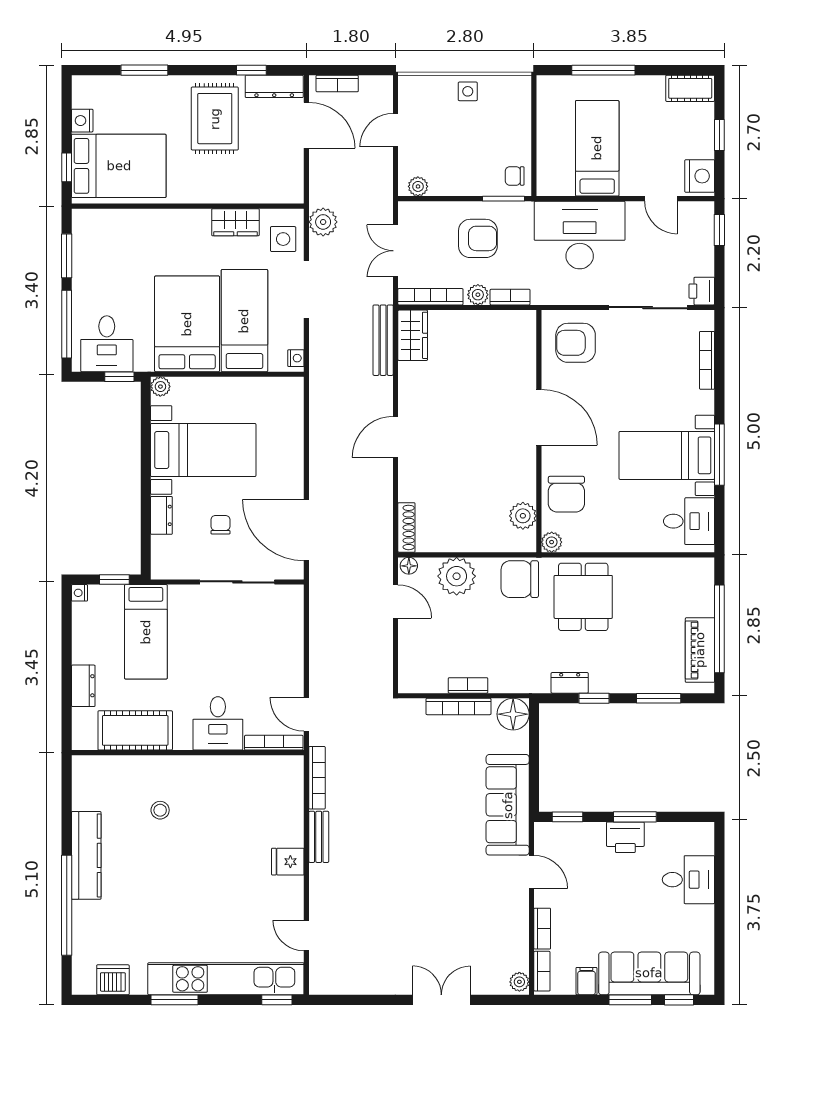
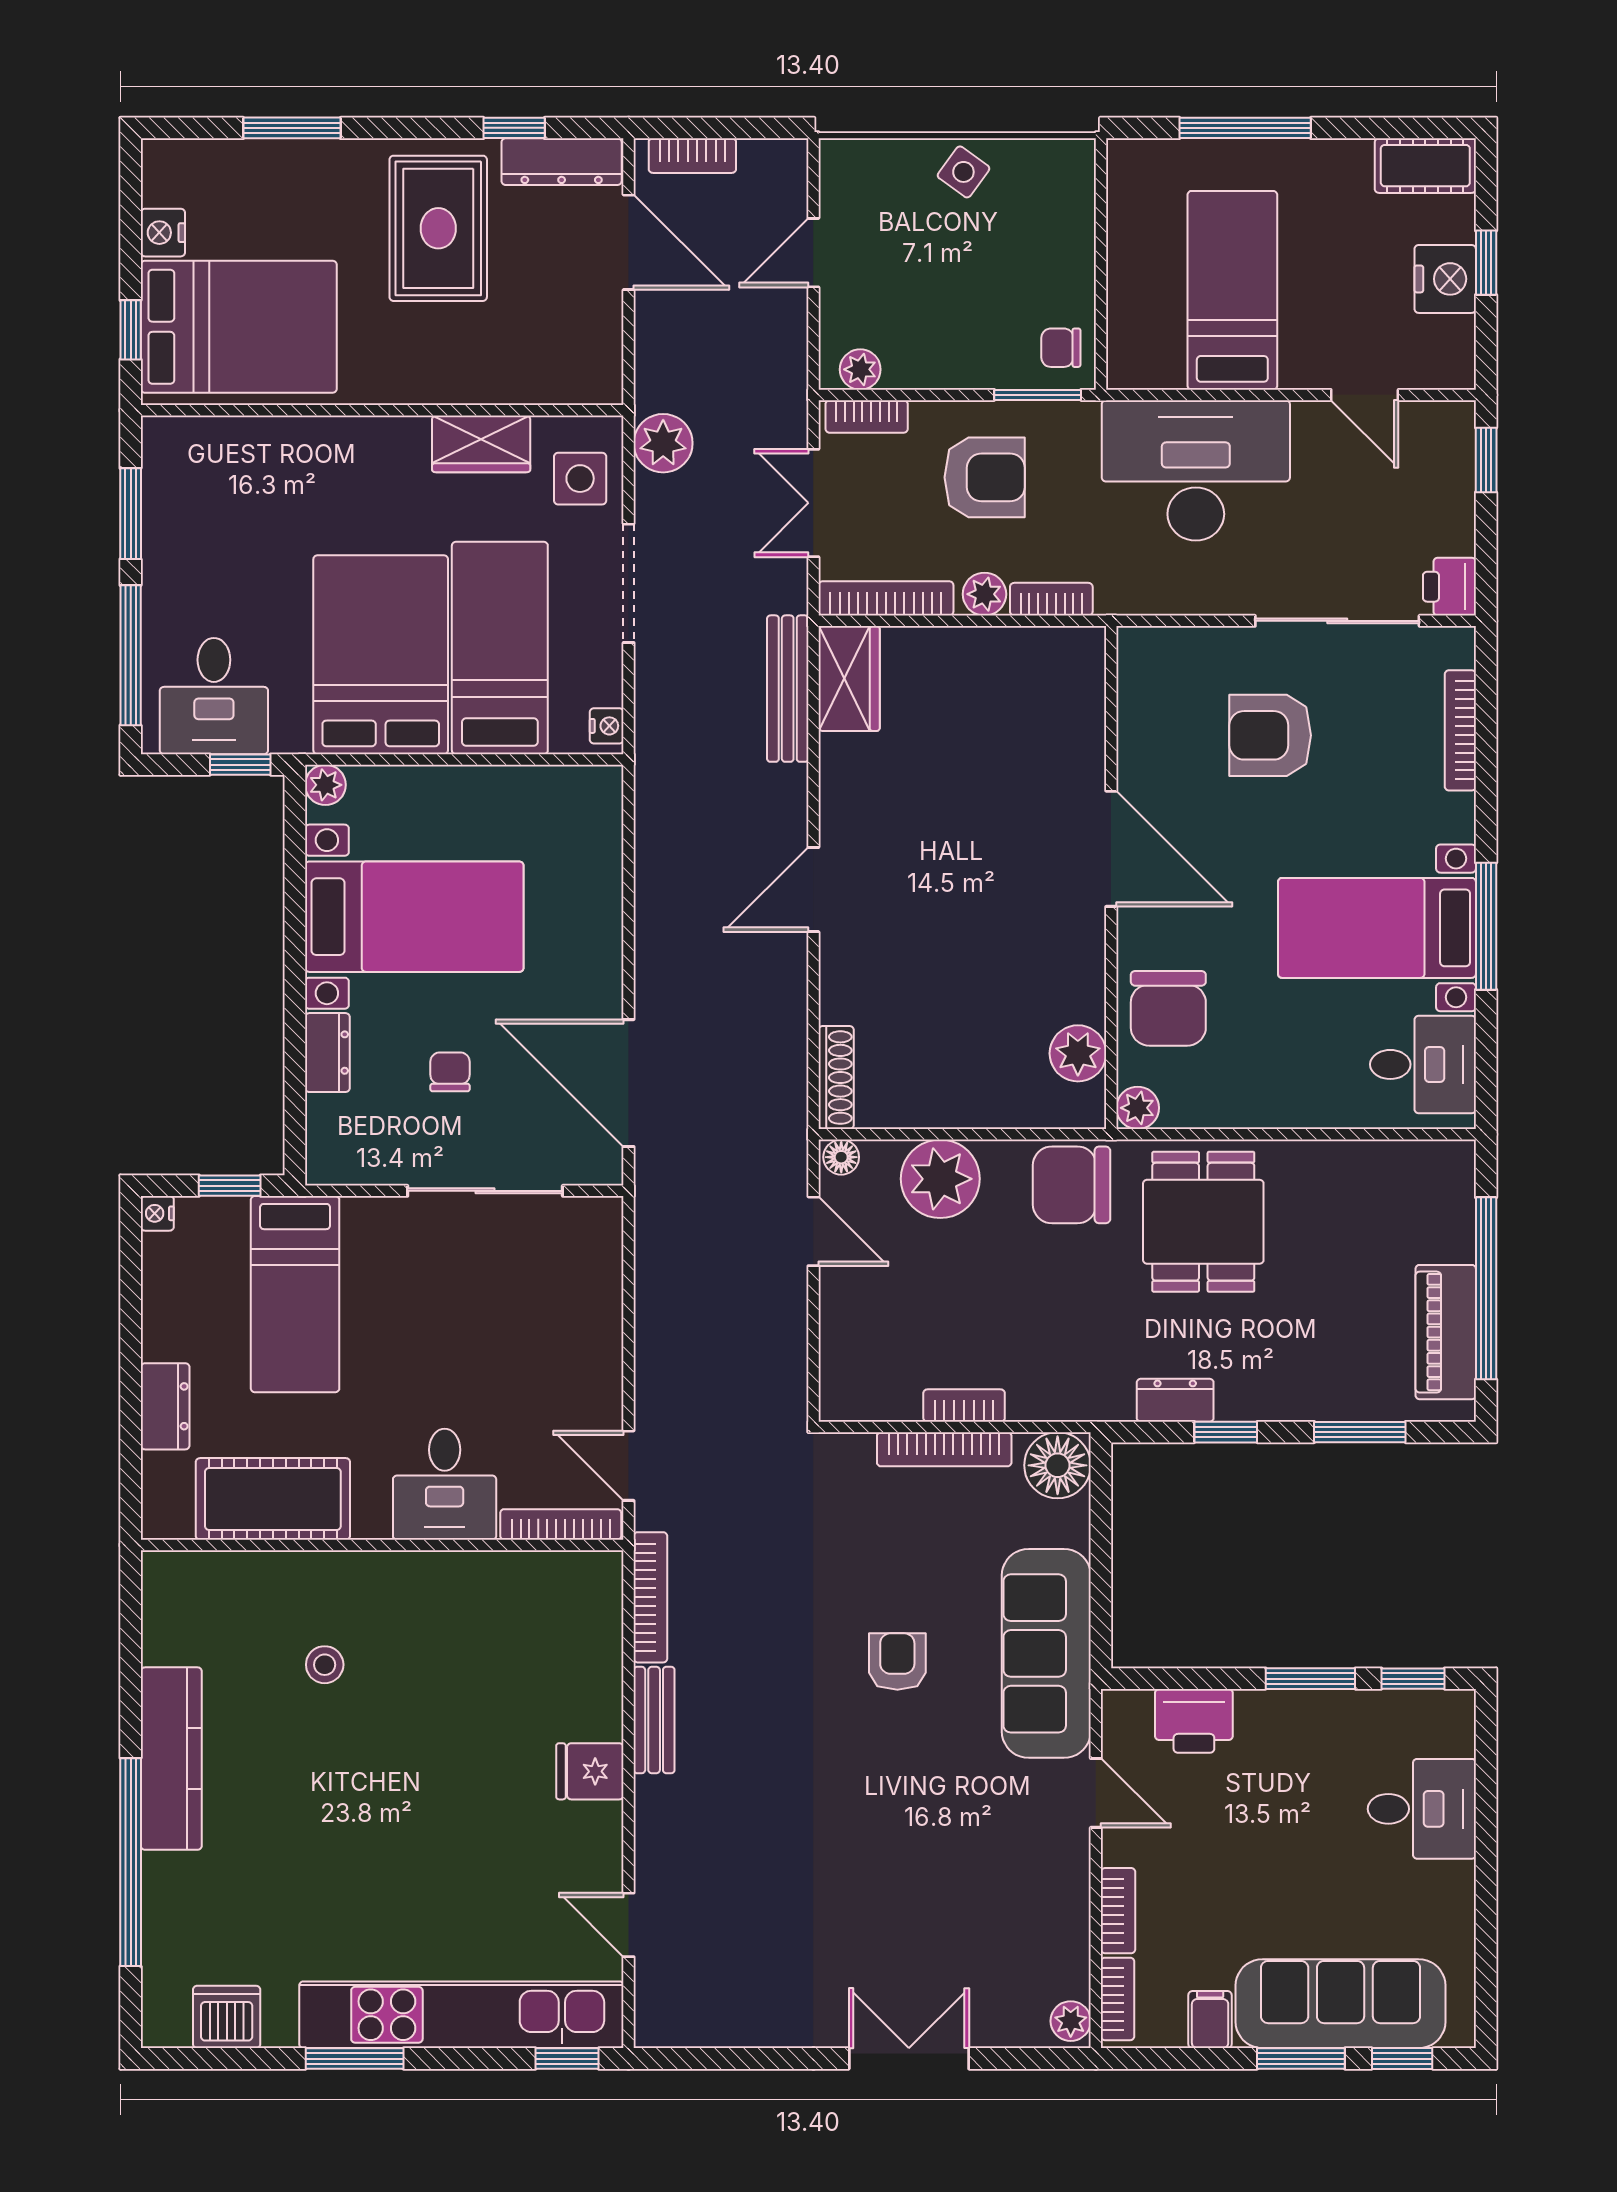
side table: (468, 91) -> (963, 172), turned 36
nightstand: (700, 176) -> (1445, 279), moved
bookcase: (421, 209) -> (867, 416), added
armchair: (576, 343) -> (1270, 735), moved
armchair: (436, 809) -> (897, 1661), added
window: (568, 817) -> (1413, 1679), moved
printer: (625, 837) -> (1194, 1721), moved

